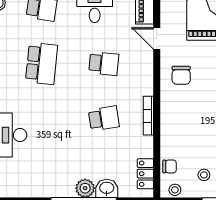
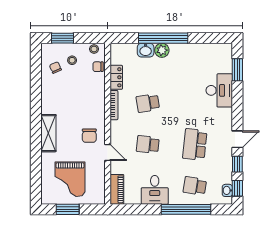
door: (157, 38) -> (108, 152), moved
chair: (181, 75) -> (89, 136), turned 180
locker: (145, 174) -> (116, 77), moved

